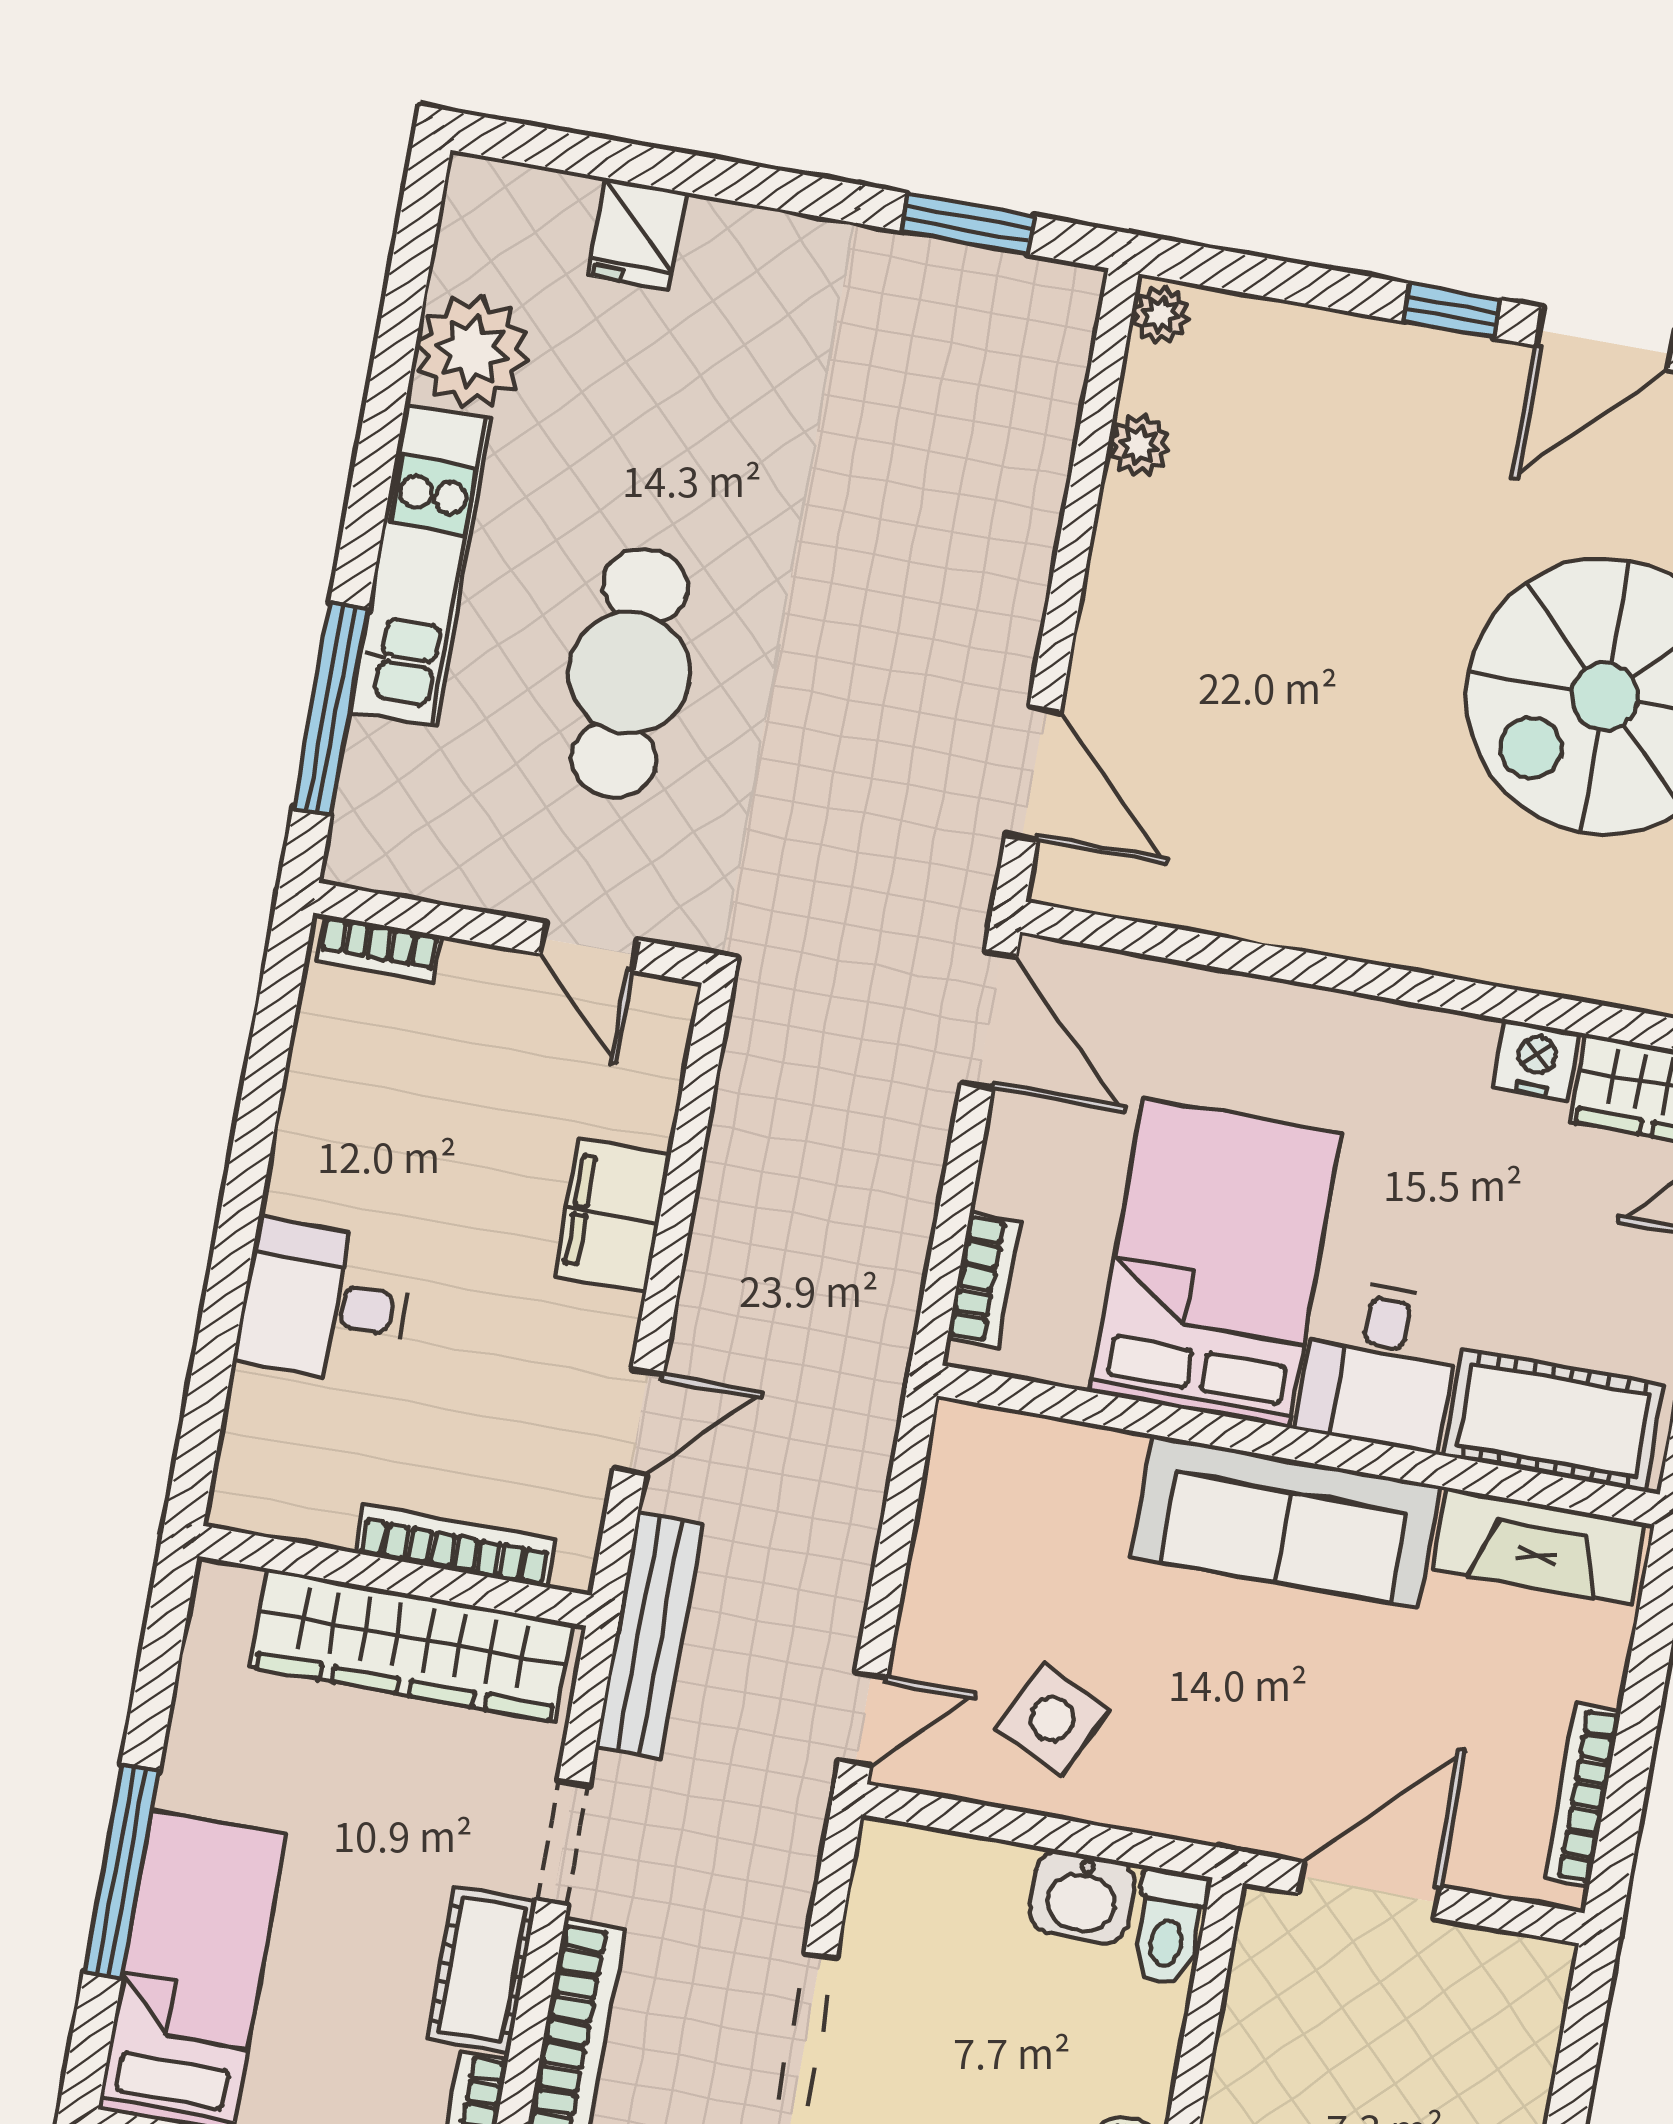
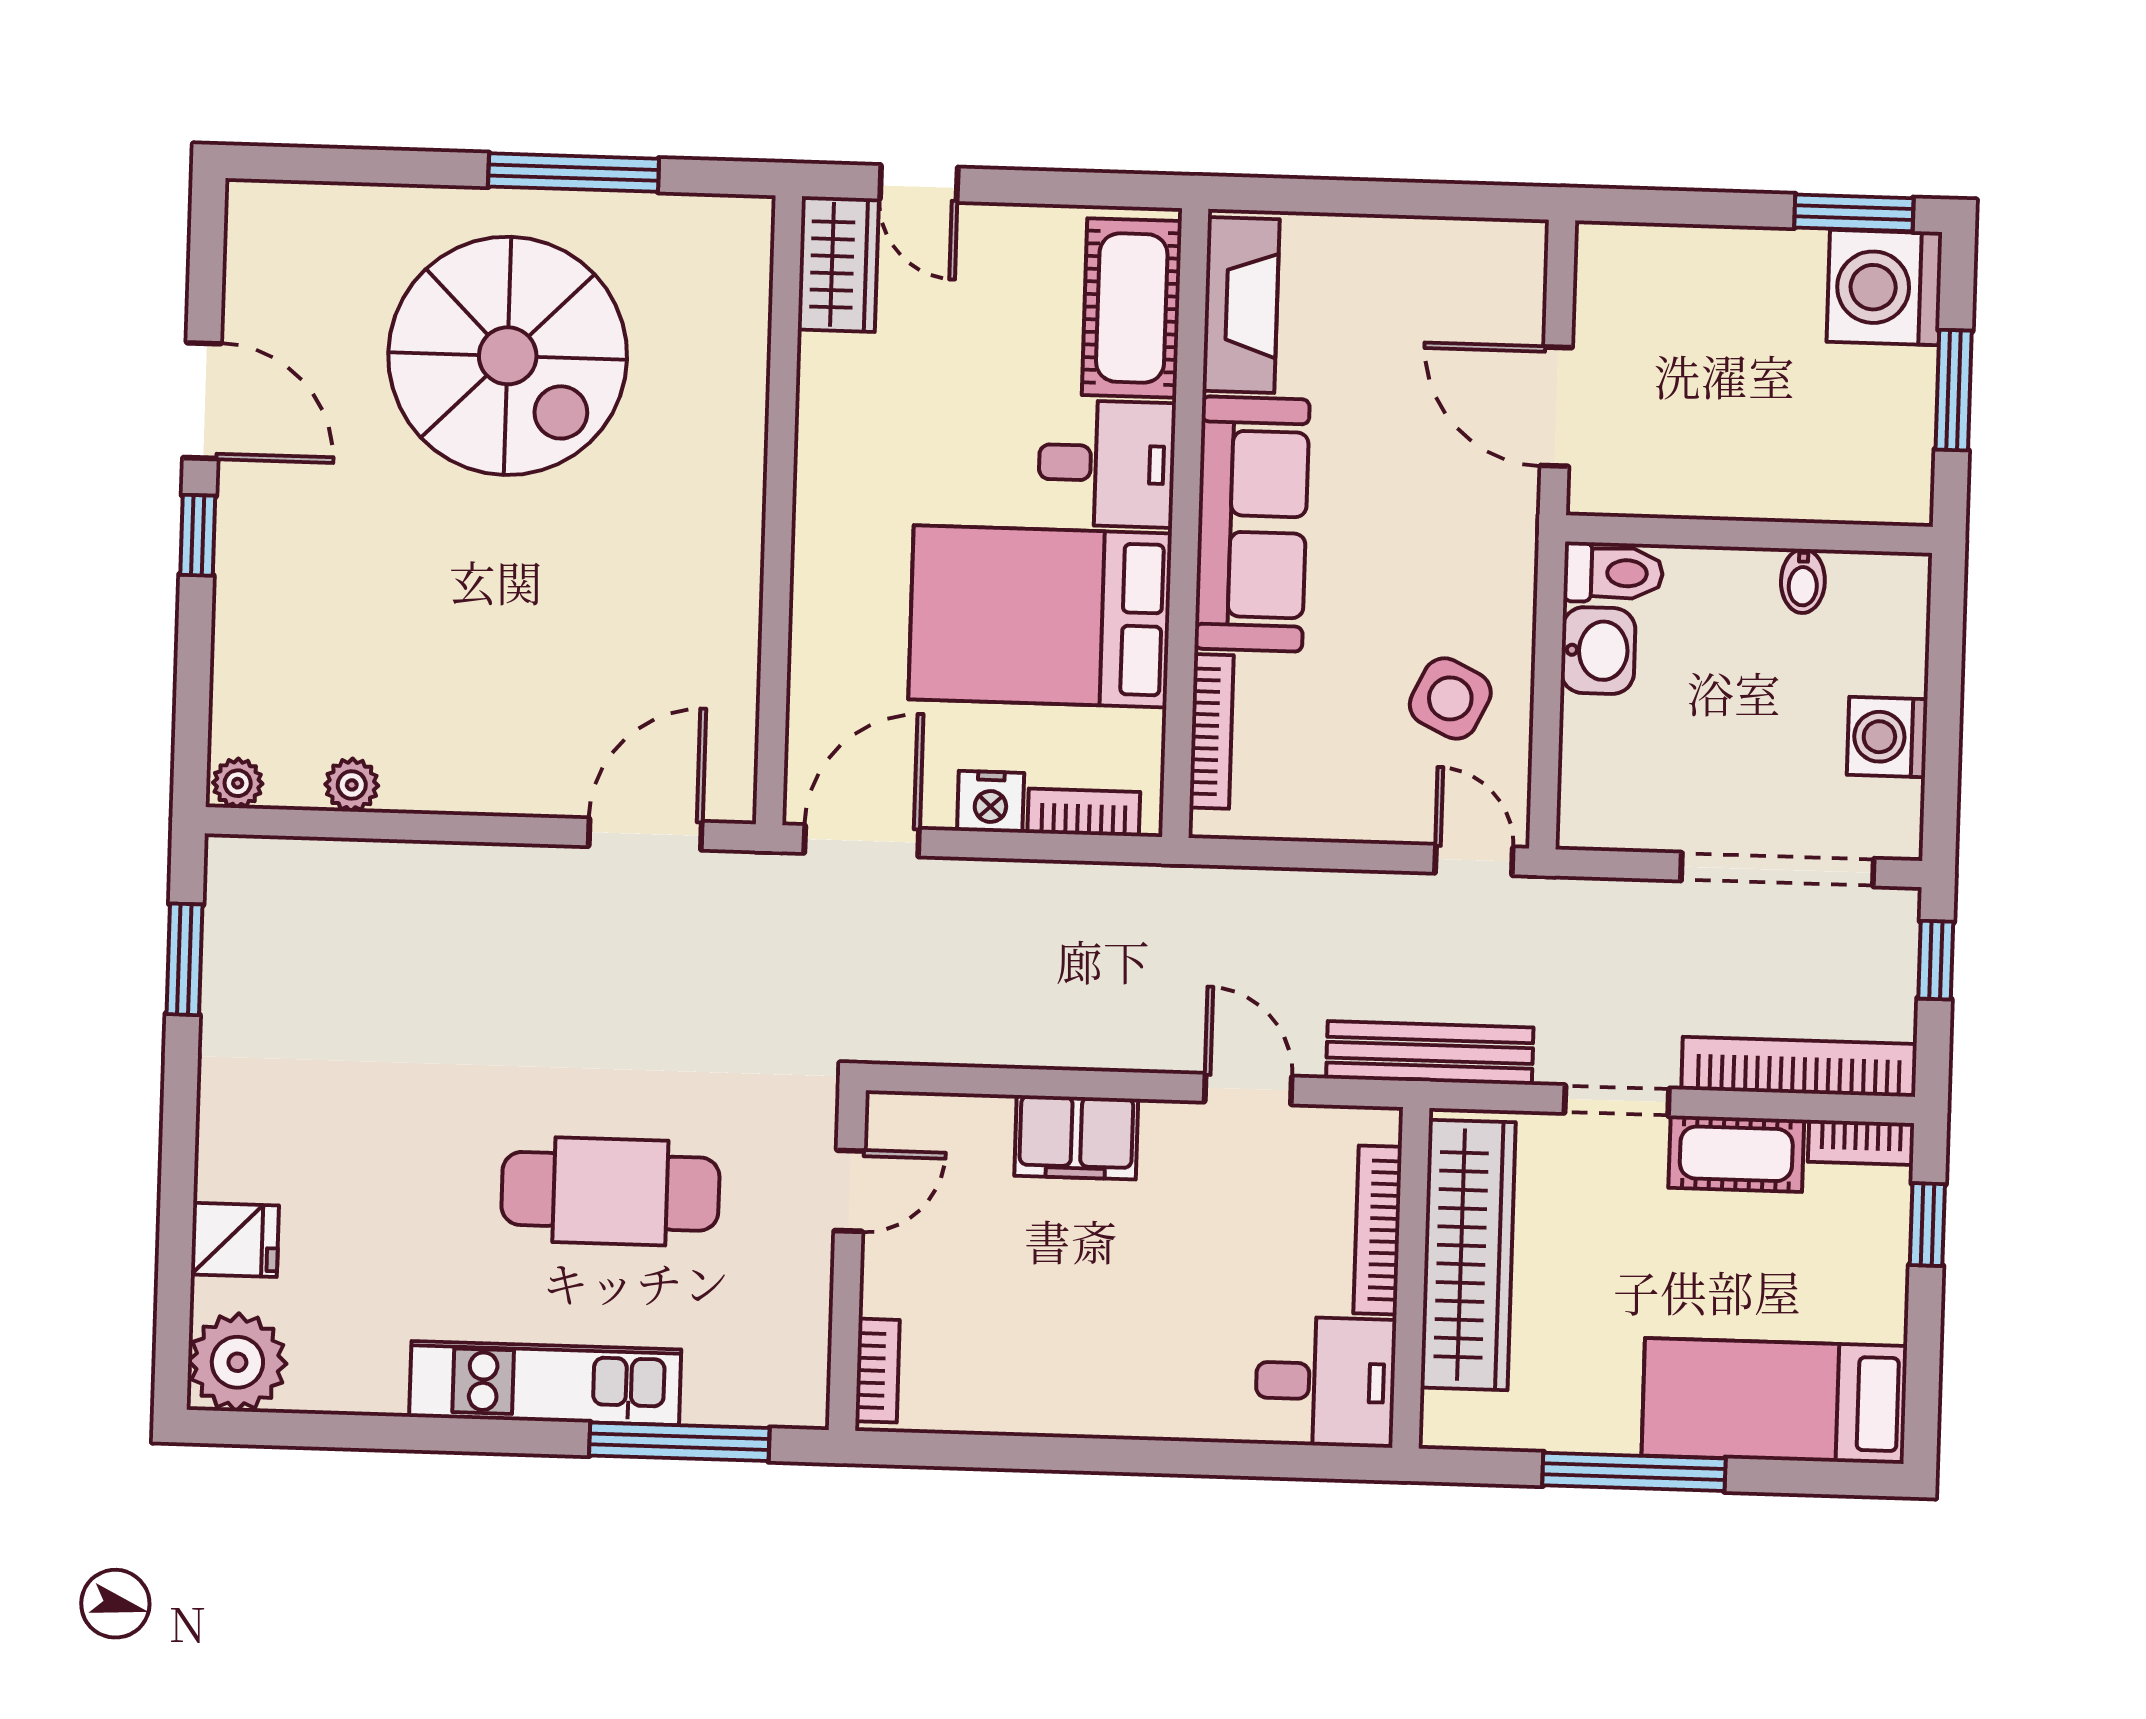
plant: (472, 352) -> (237, 1362), moved
nightstand: (1536, 1060) -> (991, 802), moved, turned -90
desk: (324, 1302) -> (1325, 1382), moved, turned -90
bookcase: (1583, 1795) -> (1212, 731), moved, turned -90
window: (121, 1872) -> (1634, 1472), moved

